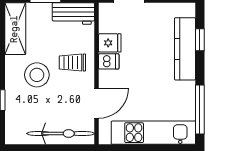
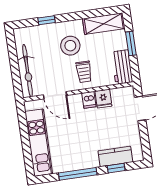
kitchen counter: (185, 49) -> (115, 156), width x0.67
trolley: (72, 63) -> (84, 72), turned 180
window: (200, 110) -> (78, 174), moved

